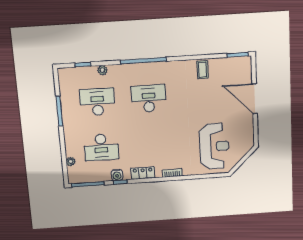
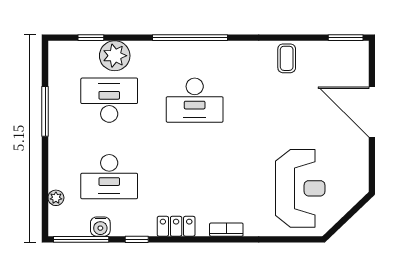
plant: (102, 70) -> (115, 56), width x1.88, depth x1.88
desk: (149, 99) -> (195, 100), turned 180
water cooler: (117, 175) -> (100, 227), moved

